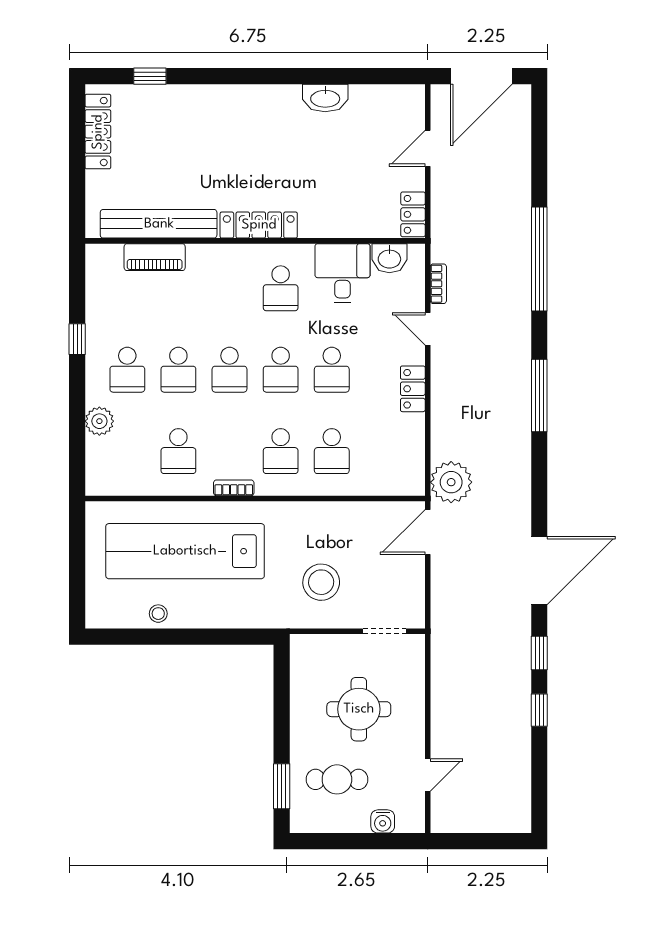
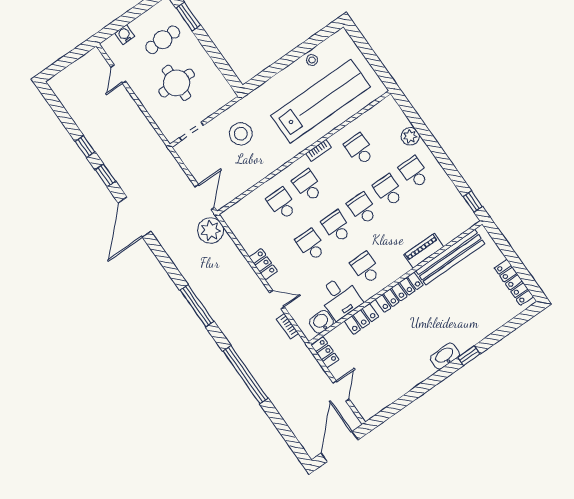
window: (150, 76) -> (469, 356), moved
washbasin: (325, 98) -> (445, 356), moved
locker: (334, 225) -> (361, 319), added
piano: (155, 257) -> (424, 251), moved
window: (77, 339) -> (473, 201), moved

